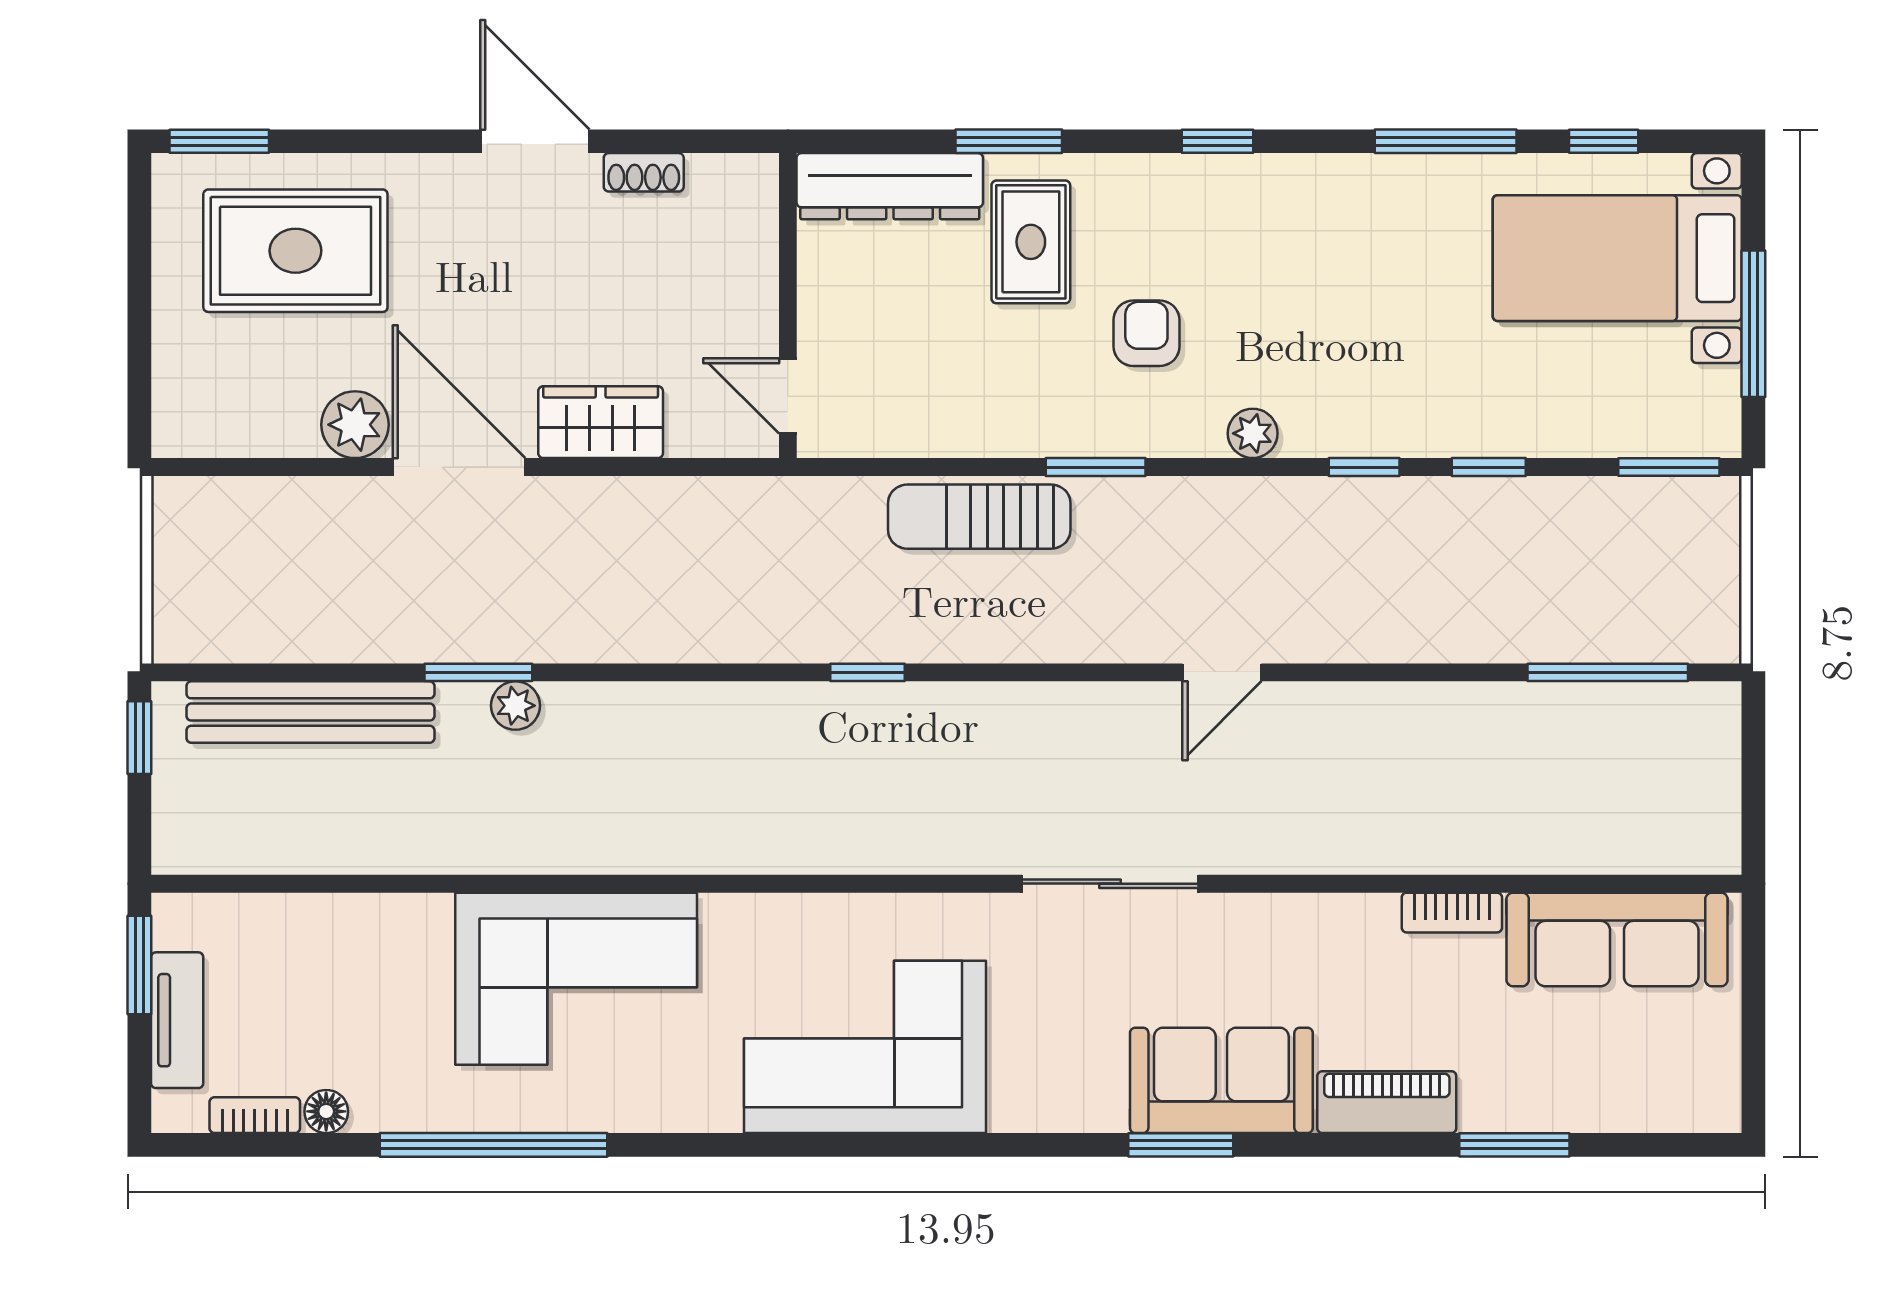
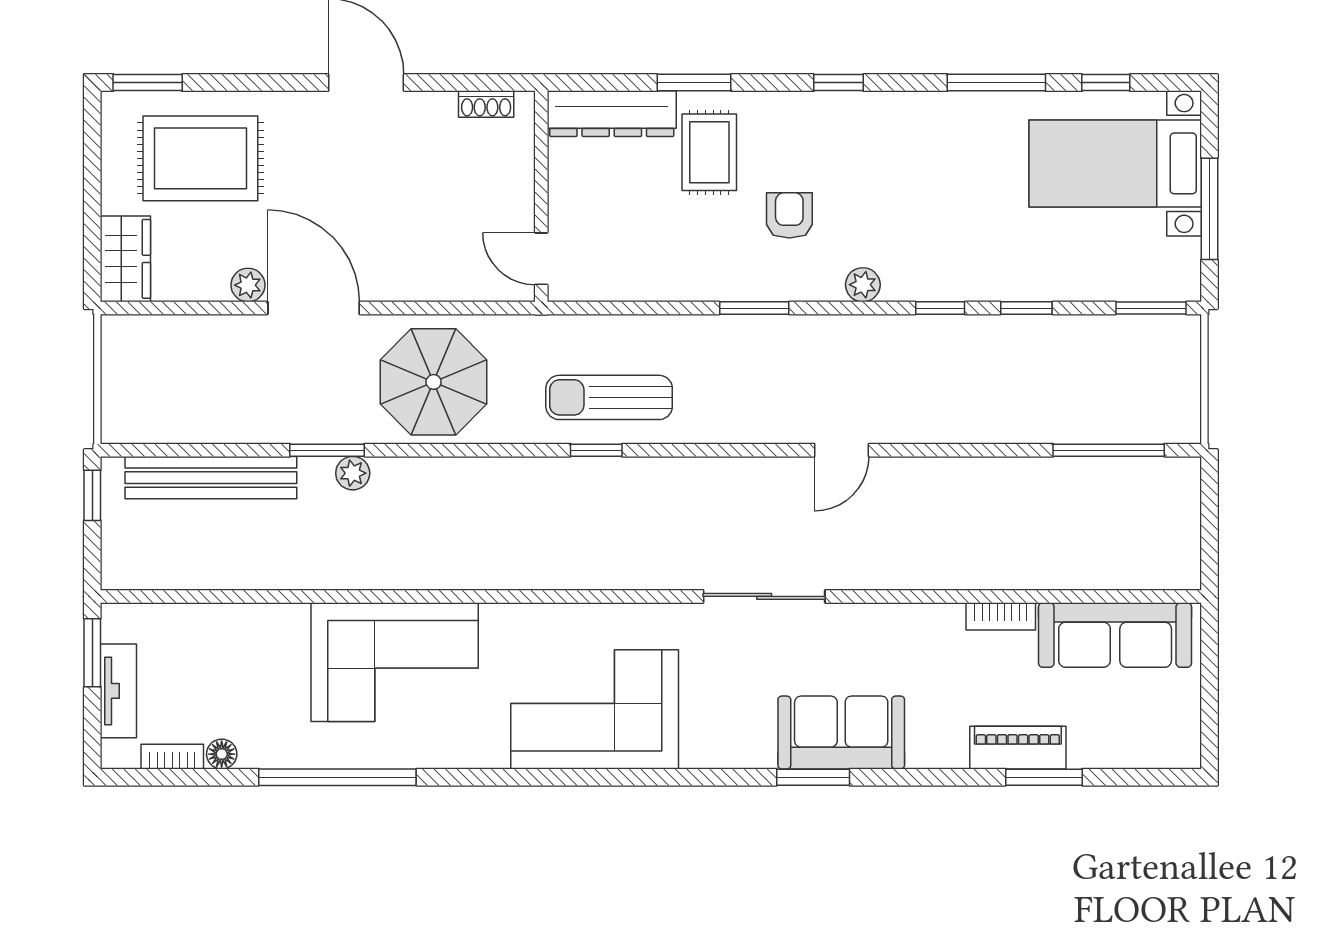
shoe rack: (644, 172) -> (486, 104), moved
wardrobe: (601, 422) -> (125, 259), moved, turned 90
plant: (355, 425) -> (248, 285), width x0.73, depth x0.73
sun lounger: (979, 517) -> (609, 397), moved
parasol: (632, 574) -> (434, 382), added
piano: (1387, 1102) -> (1018, 748), moved

